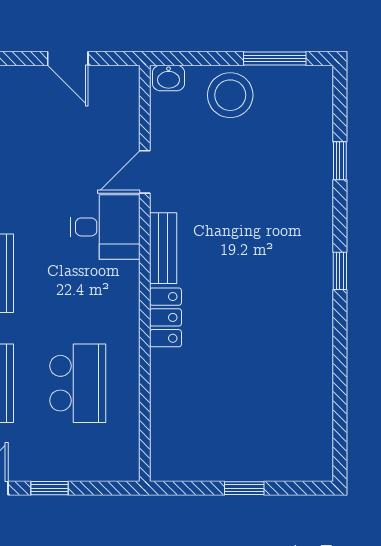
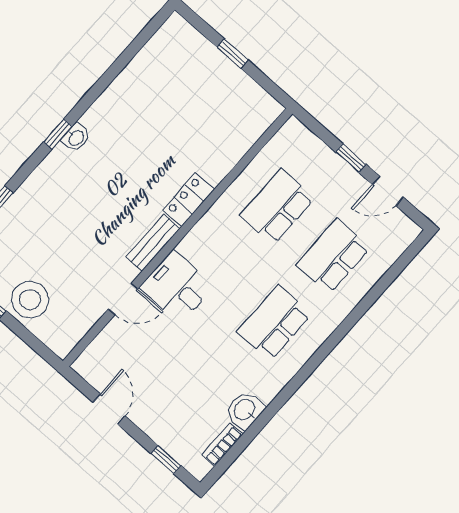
washbasin: (169, 78) -> (76, 137), moved, turned 90

